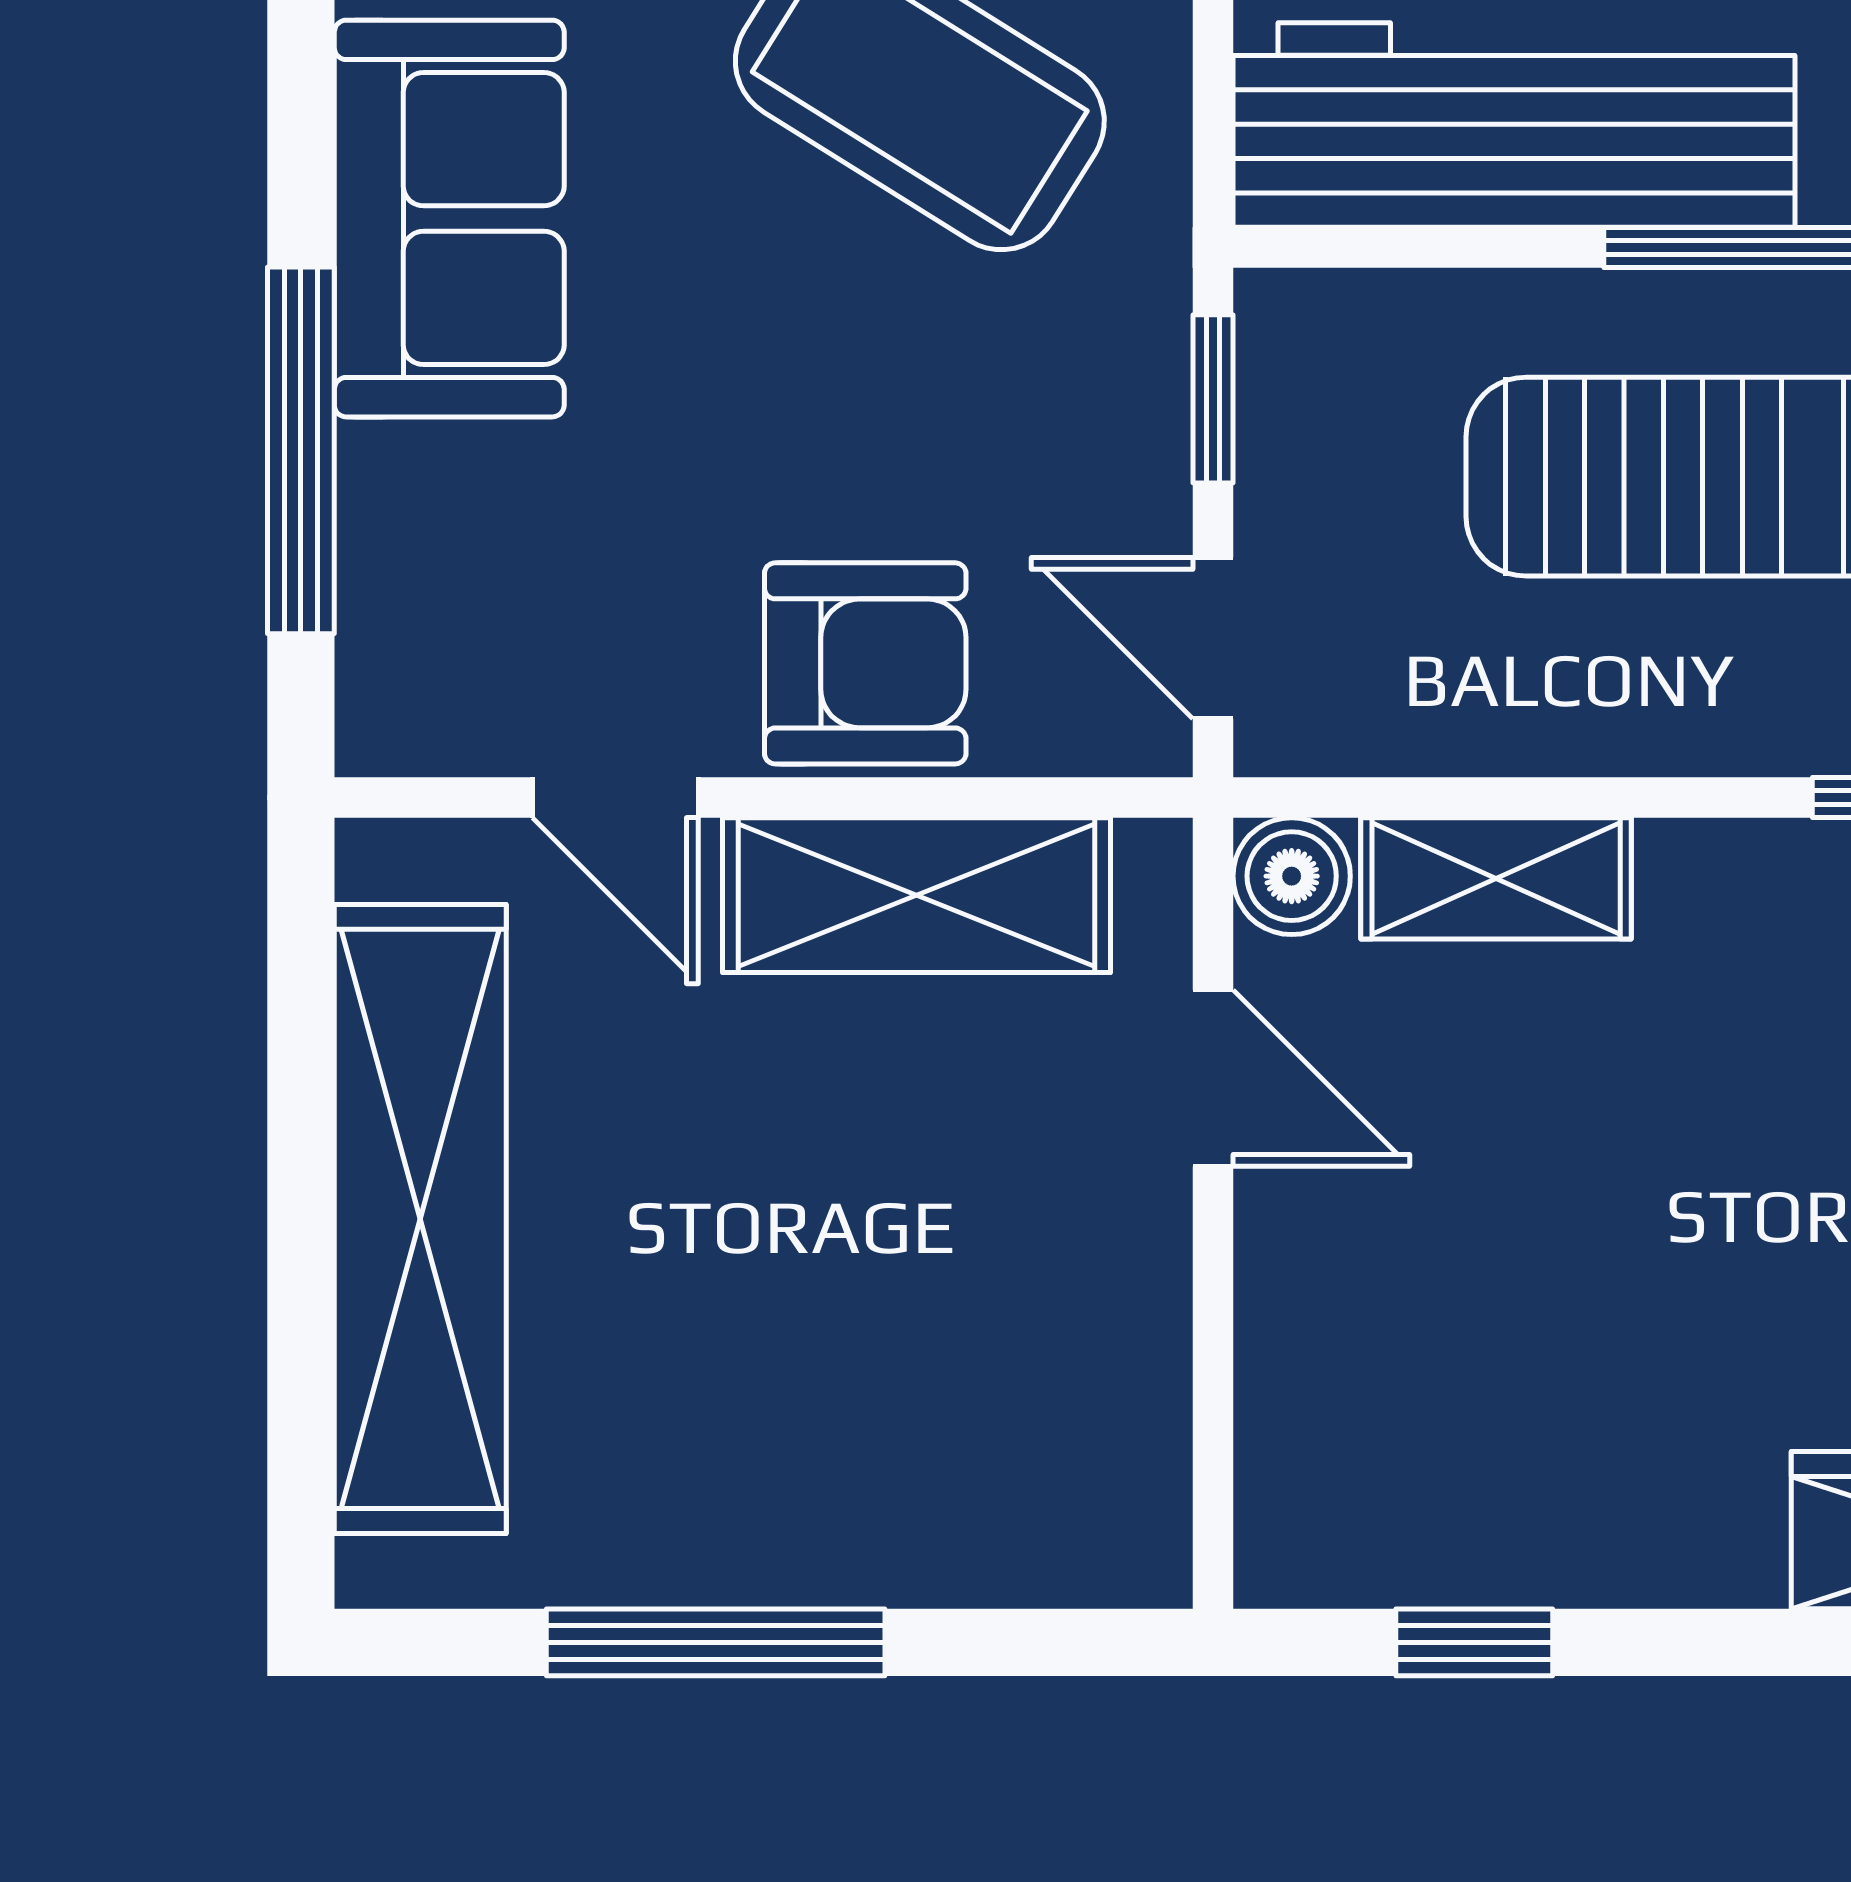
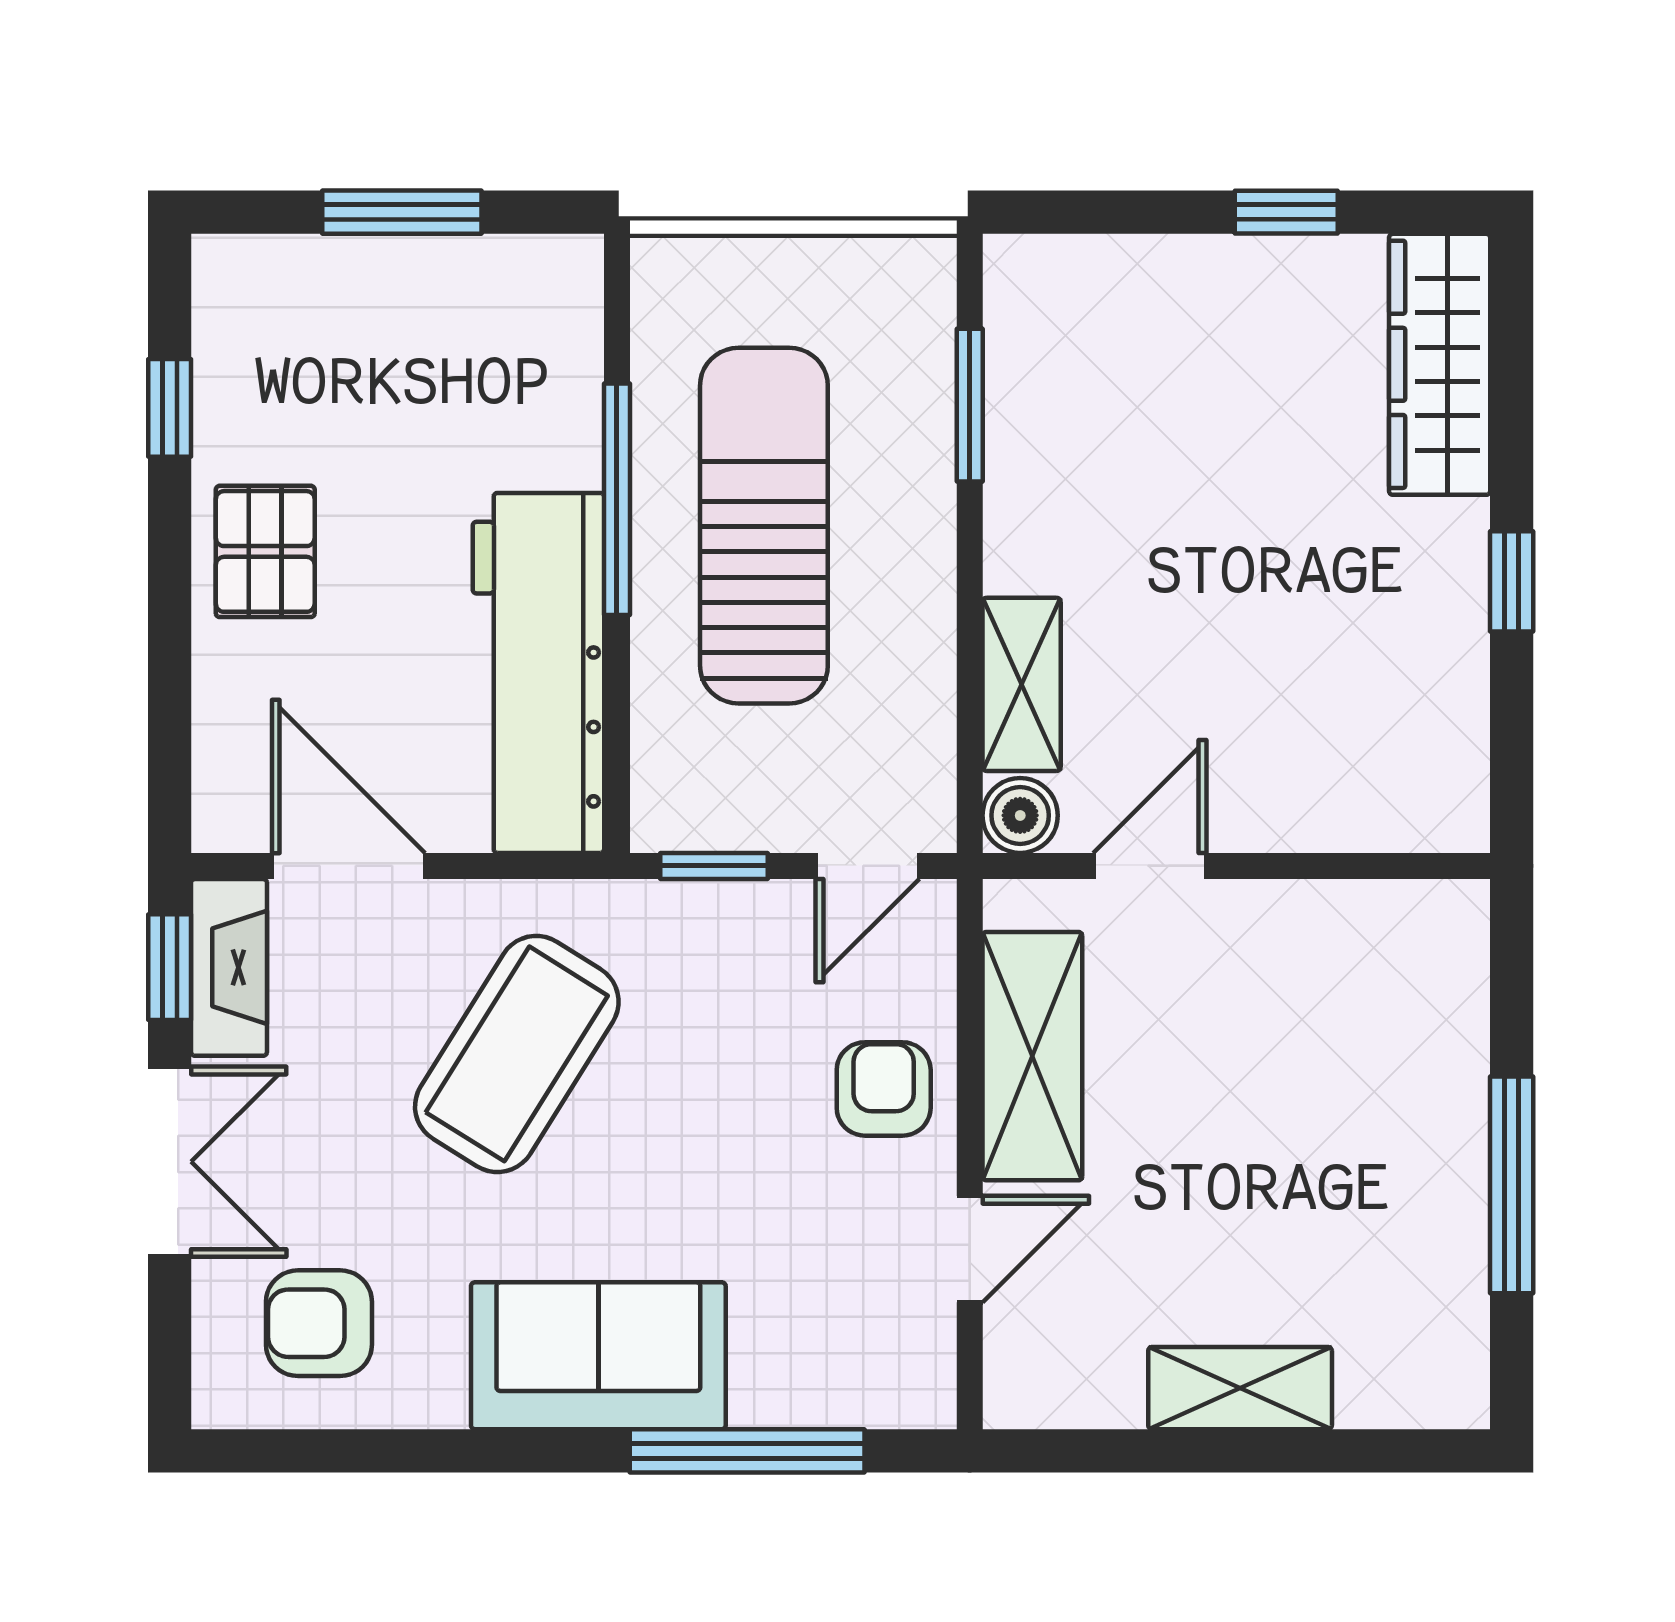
armchair: (865, 663) -> (884, 1089), width x0.72, depth x0.72
shelving: (420, 1219) -> (1240, 1388), width x0.45, depth x0.75
window: (1474, 1642) -> (1512, 581), moved

